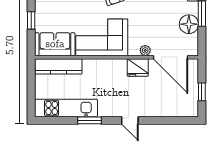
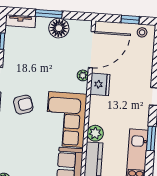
plant: (91, 66) -> (95, 133), added
stool: (191, 104) -> (142, 32), added

